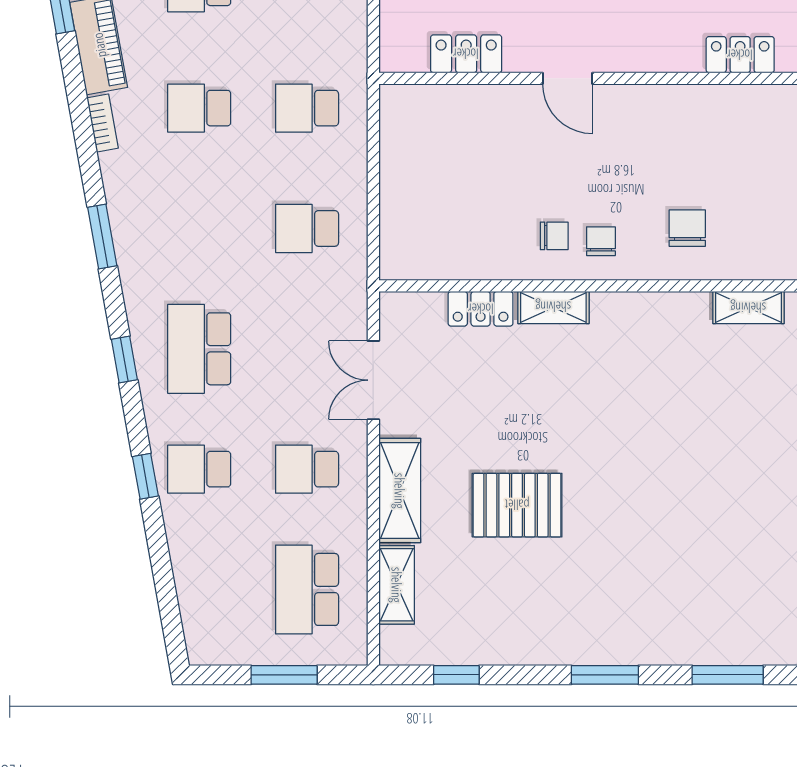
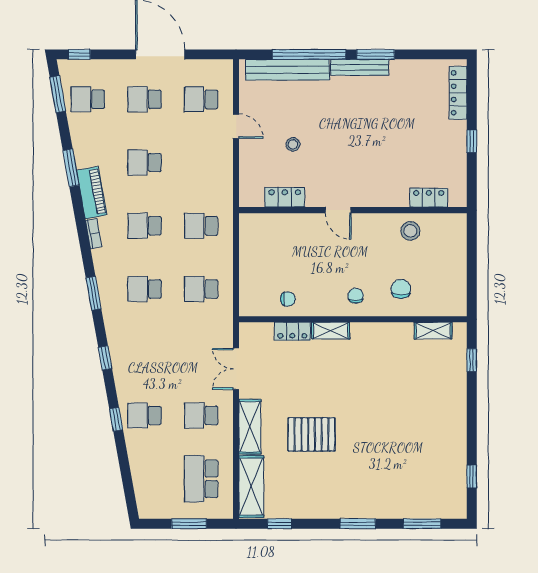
stool: (705, 118) -> (410, 231), added
chair: (554, 236) -> (288, 299), moved
school desk: (199, 349) -> (144, 289), moved, width x0.54
shelving: (397, 585) -> (251, 487), width x1.50, depth x1.33

